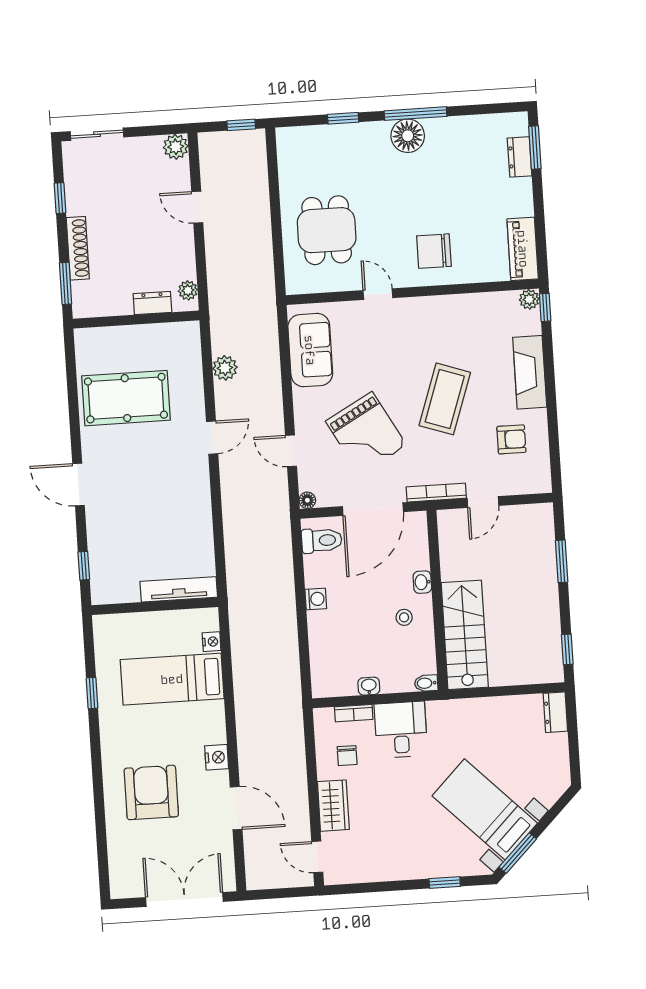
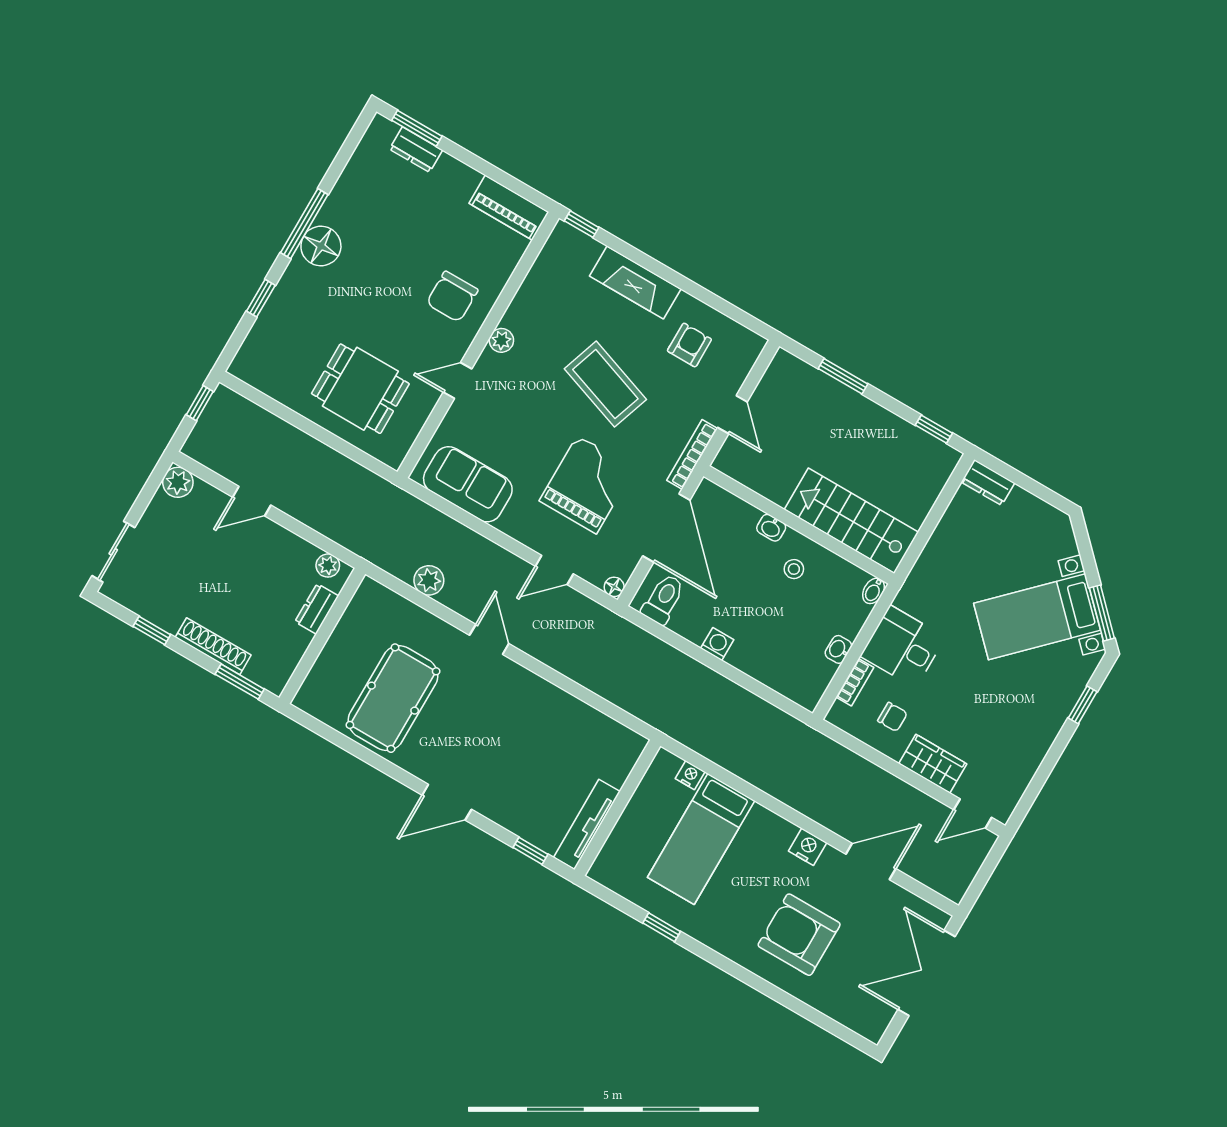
plant: (529, 299) -> (501, 340), moved
grand piano: (366, 433) -> (587, 484), turned -61
tv unit: (179, 589) -> (587, 824), moved

